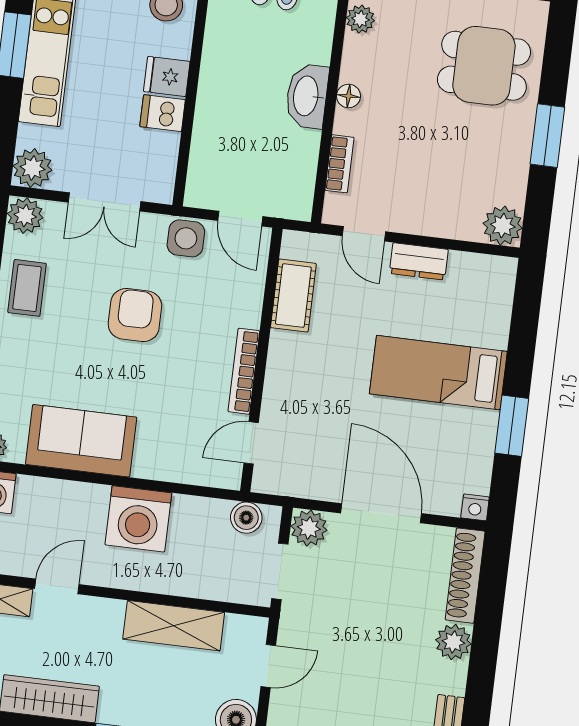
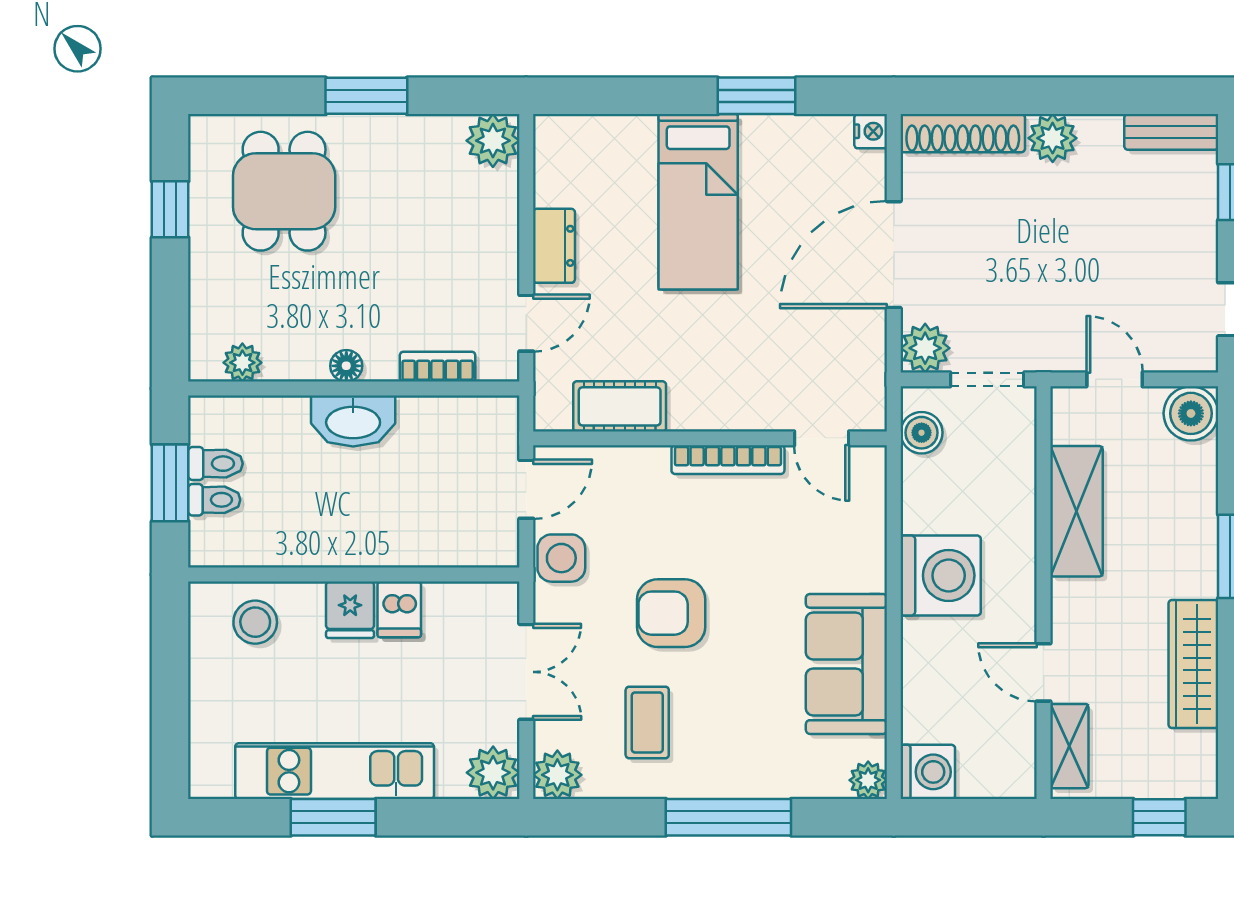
coffee table: (27, 288) -> (647, 722), moved, turned 90

